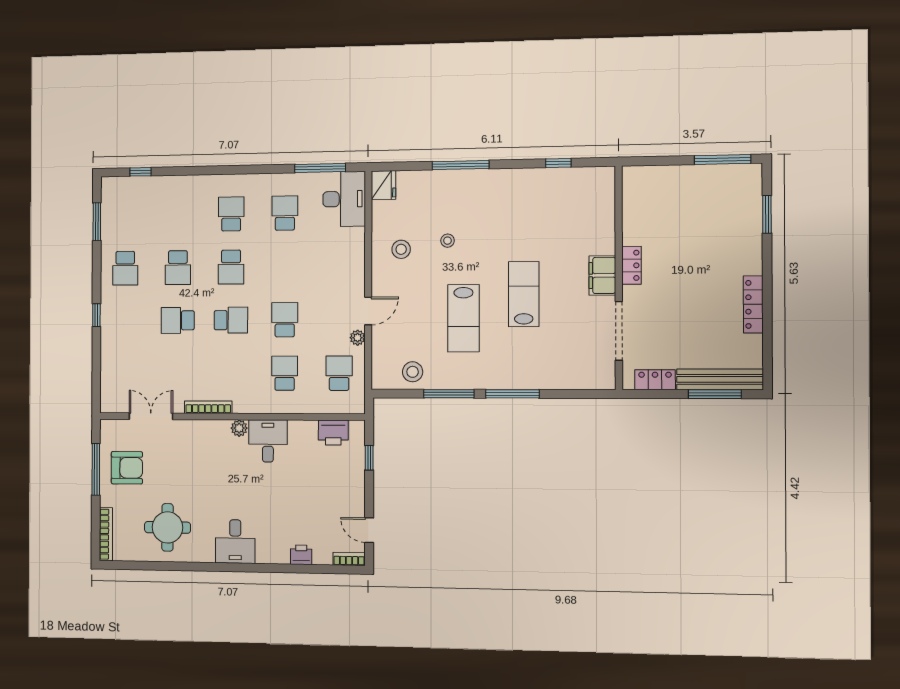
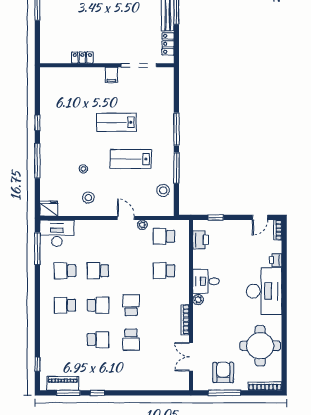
window: (558, 163) -> (37, 123), moved
piano: (111, 212) -> (63, 383), added
locker: (632, 265) -> (82, 58), moved
school desk: (125, 268) -> (98, 374), removed
filing cabinet: (602, 275) -> (111, 75), width x0.50
window: (96, 315) -> (97, 393), moved
lab bench: (463, 318) -> (131, 159), turned 180
school desk: (285, 320) -> (98, 271), moved
round table: (167, 527) -> (260, 346), width x1.36, depth x1.36
desk: (235, 541) -> (264, 291), width x1.87, depth x1.30

